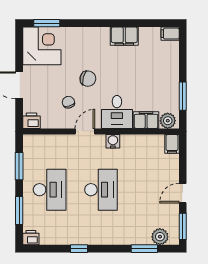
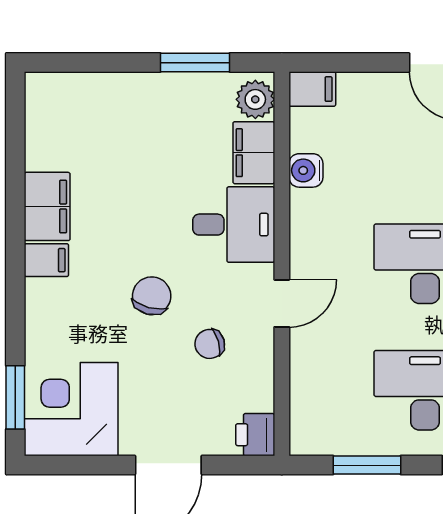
filing cabinet: (170, 34) -> (46, 260), moved, turned -90
door: (85, 131) -> (282, 303), swing flipped
water cooler: (113, 141) -> (306, 170), moved

